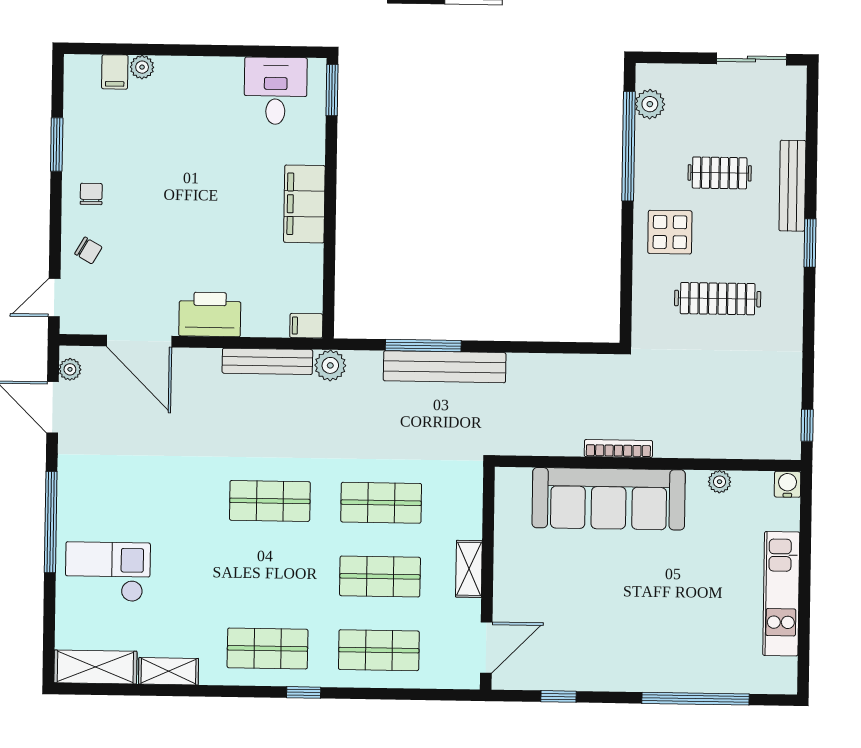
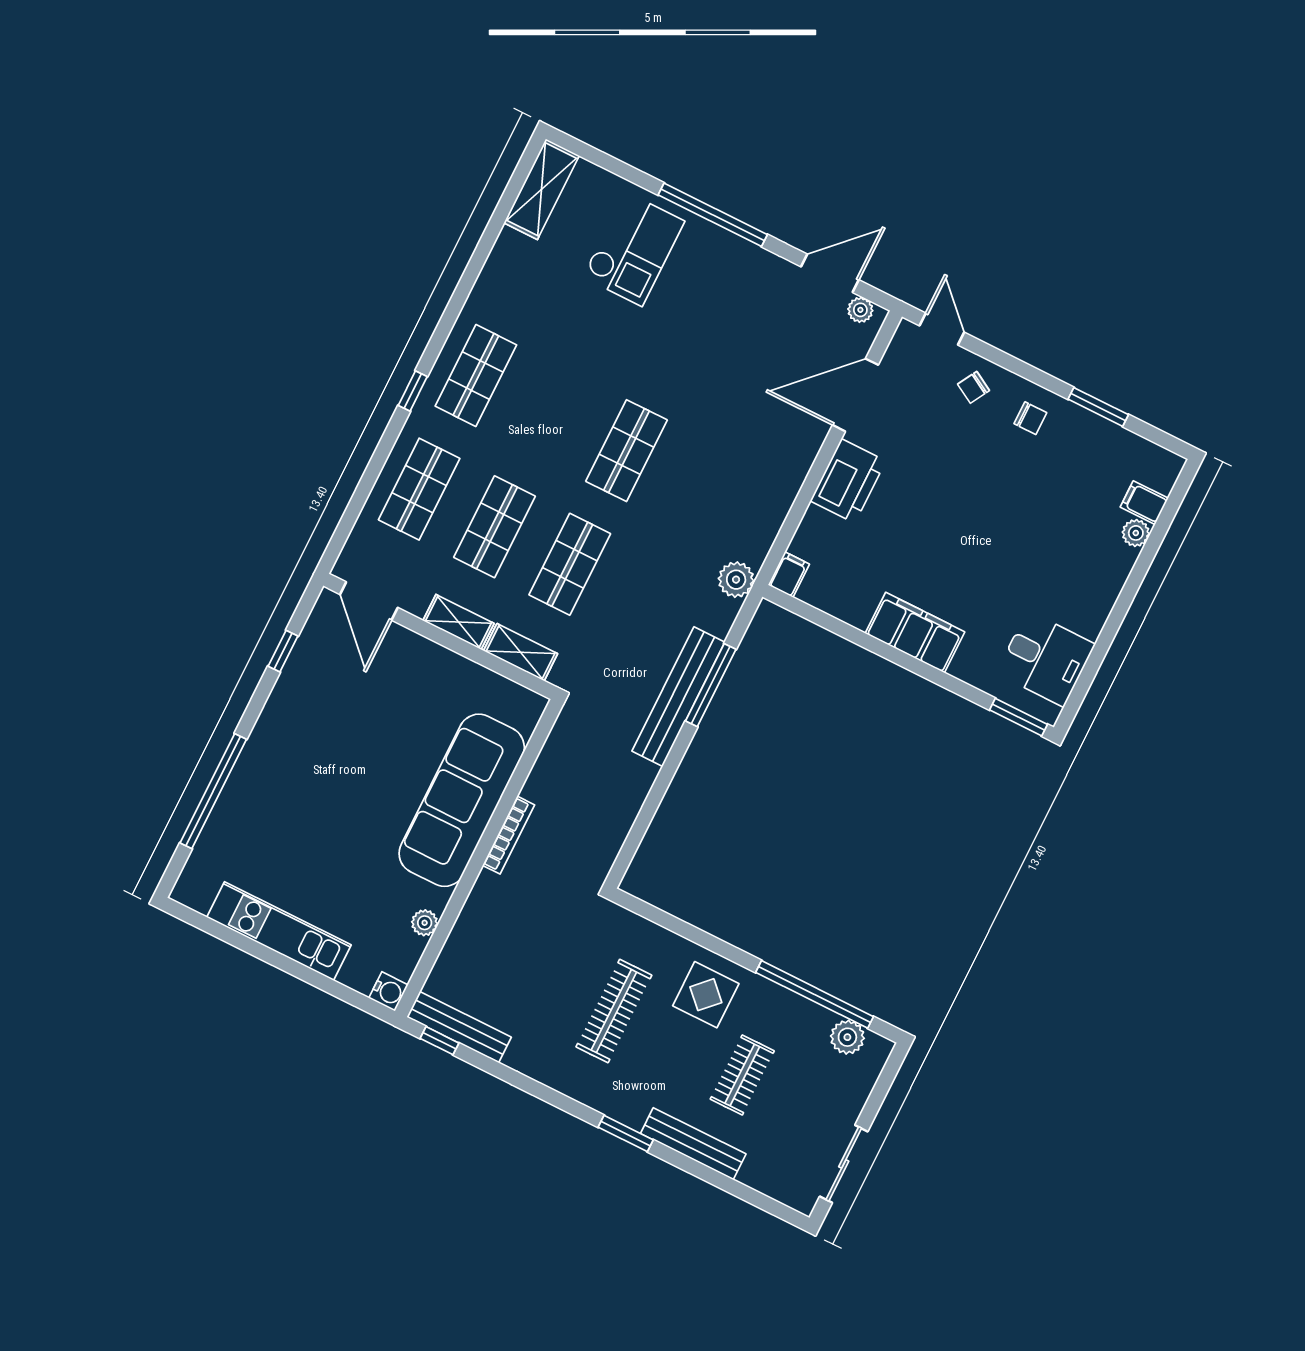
bench: (267, 361) -> (459, 1027), moved, turned 90
shelving: (169, 671) -> (521, 652), moved, turned 90

